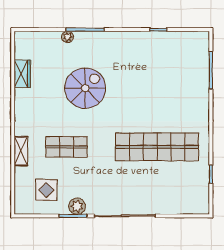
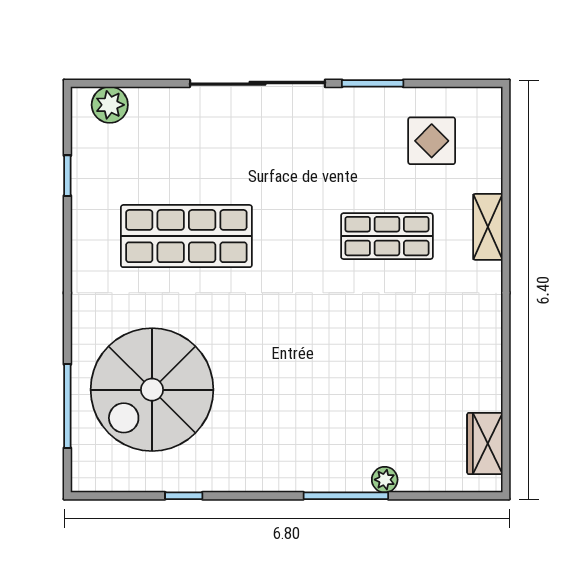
wardrobe: (22, 74) -> (485, 443), moved
spiral stairs: (85, 88) -> (152, 390), moved, width x1.37, depth x1.37
shop shelf: (157, 147) -> (186, 236), width x0.71
plant: (77, 206) -> (110, 105), moved

